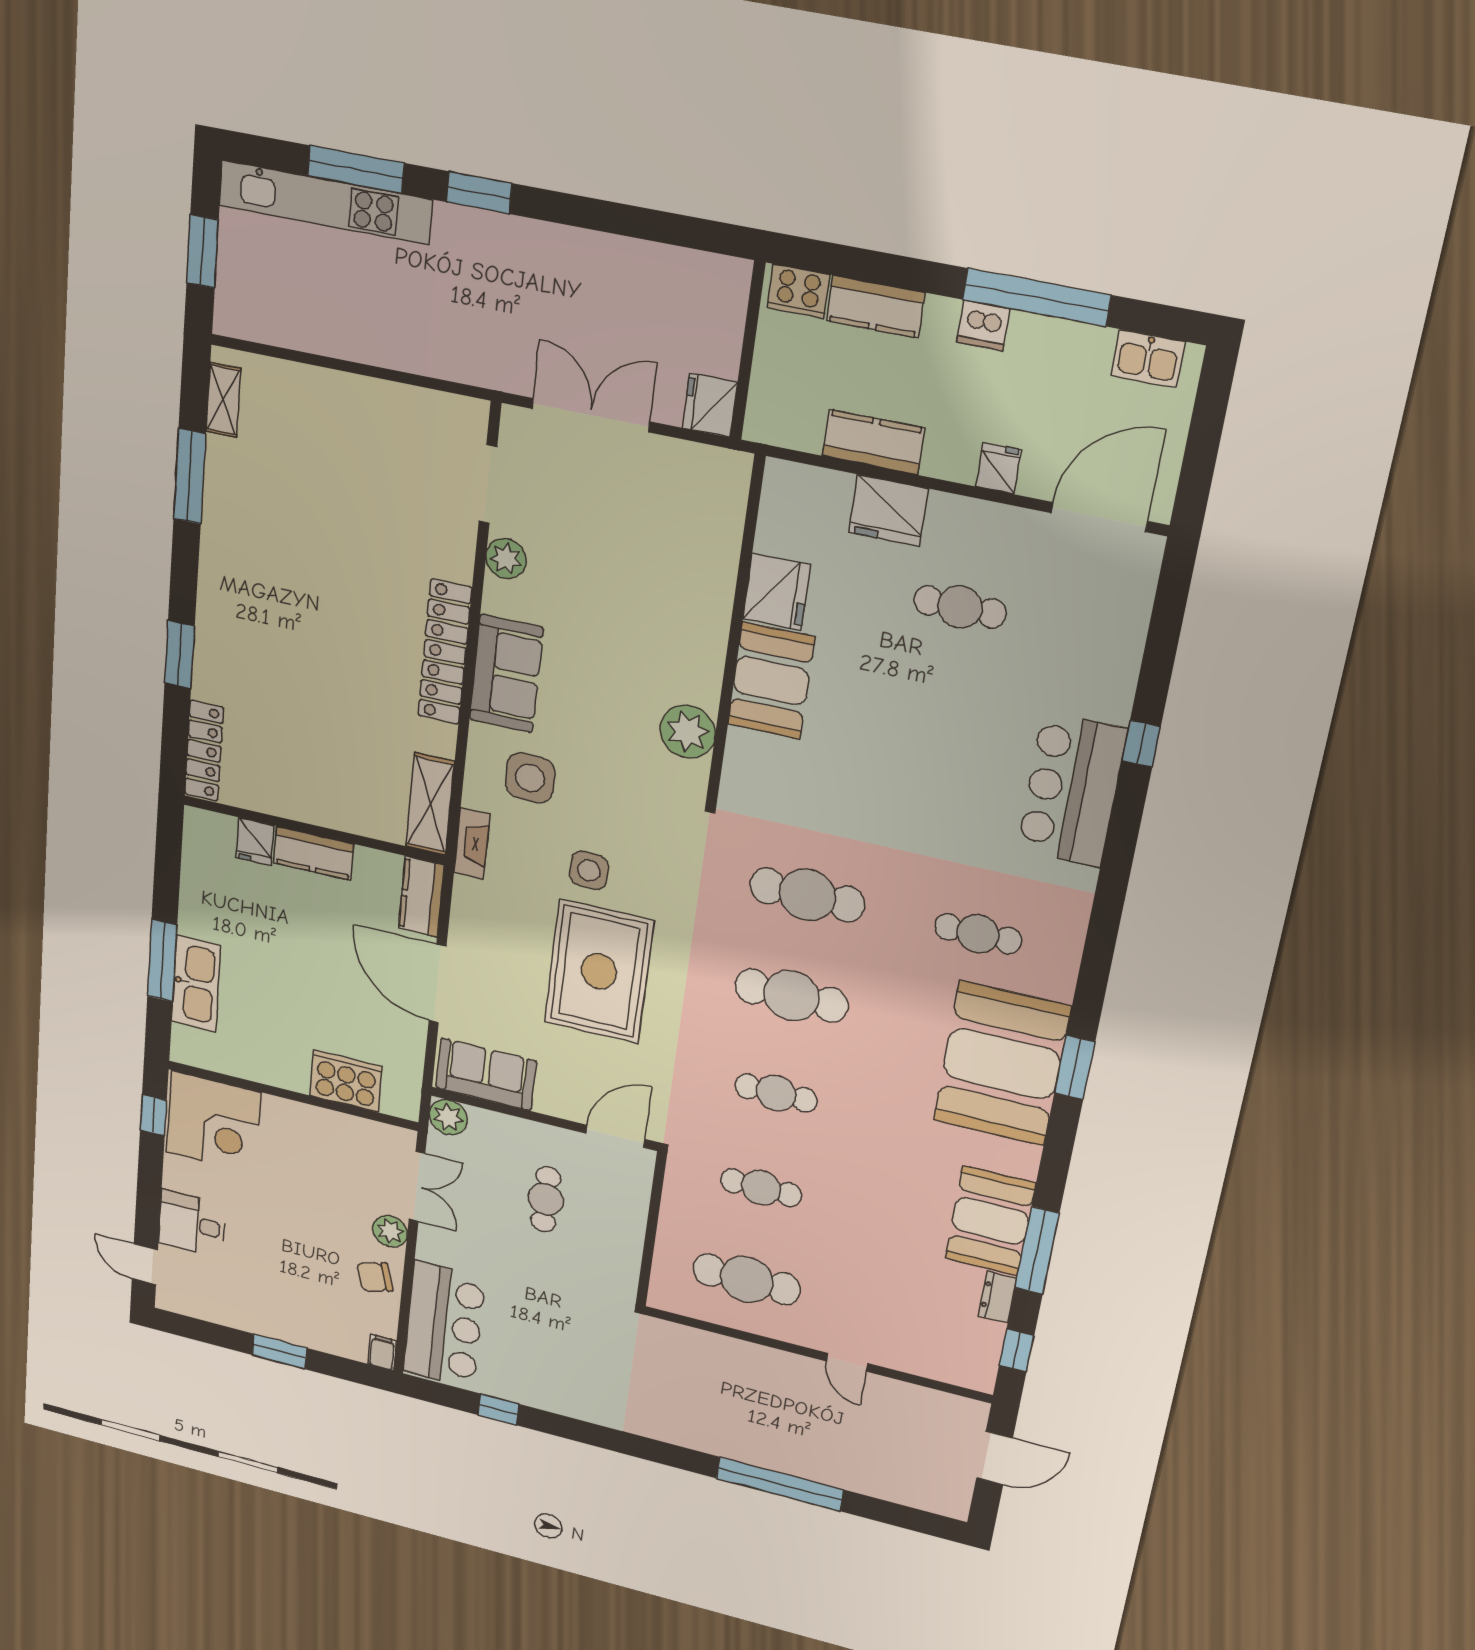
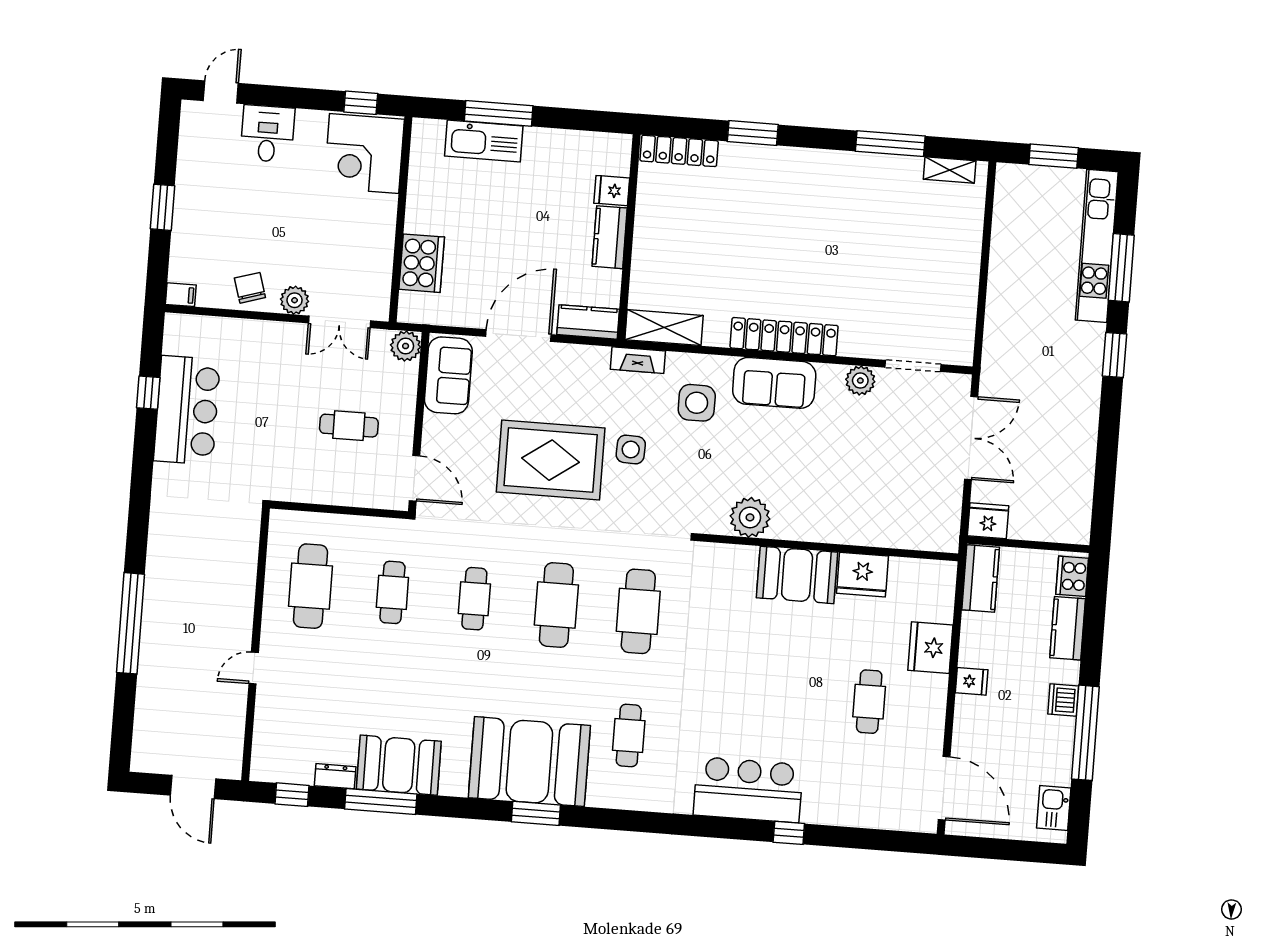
kitchen counter: (873, 442) -> (981, 578), moved
fridge: (999, 468) -> (972, 681), moved
bar counter: (444, 1325) -> (187, 410), moved, turned -90

